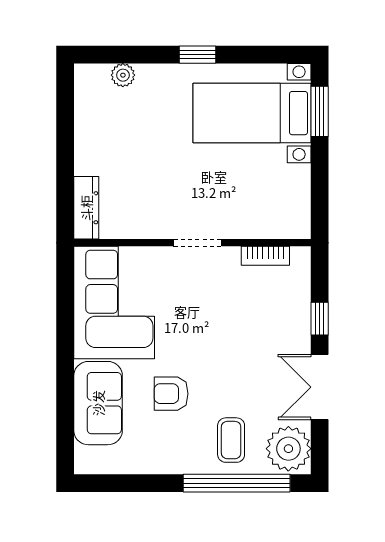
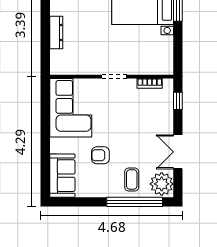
dresser: (86, 208) -> (56, 33), moved
window: (320, 319) -> (178, 101), moved
sofa: (98, 403) -> (62, 176), moved

